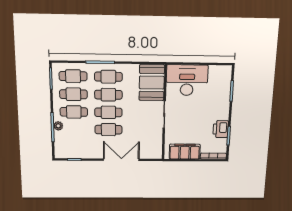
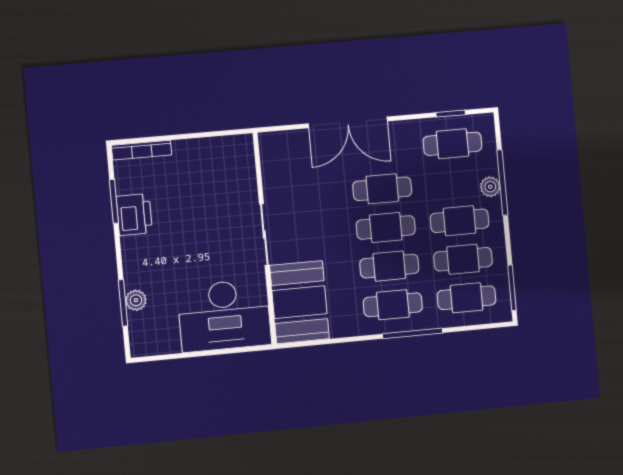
plant: (226, 91) -> (136, 300), added
cafe table: (75, 146) -> (452, 144), added
filing cabinet: (185, 152) -> (208, 155), removed

